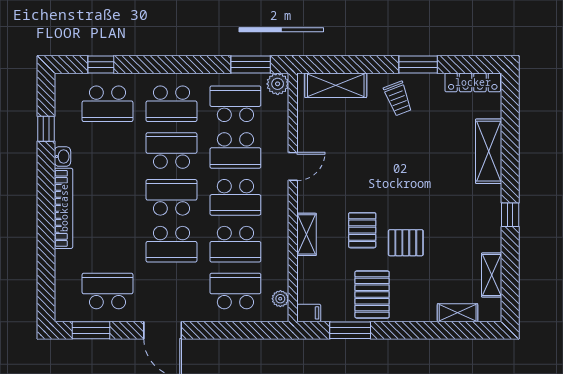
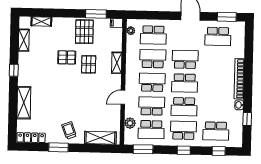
window: (170, 64) -> (184, 150), added
plant: (278, 84) -> (130, 123), moved
school desk: (108, 104) -> (216, 131), turned 180

